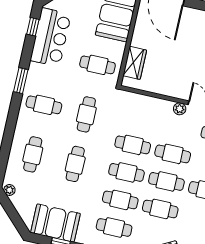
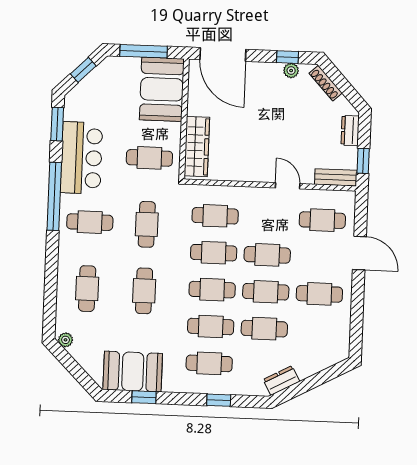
window: (33, 27) -> (57, 124), width x1.50
bar counter: (51, 37) -> (81, 158), moved
wardrobe: (135, 63) -> (197, 147), width x1.50
window: (21, 81) -> (54, 196), width x2.11
plant: (180, 109) -> (266, 195), removed
cafe table: (139, 117) -> (215, 216), added

